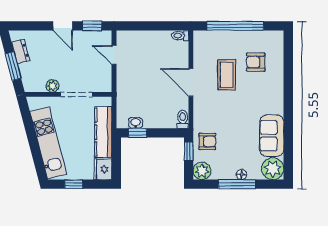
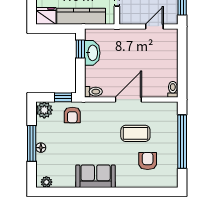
washbasin: (136, 123) -> (92, 53), width x1.91, depth x1.45
sofa: (272, 136) -> (96, 176), moved
plant: (273, 169) -> (46, 182), width x0.53, depth x0.53

